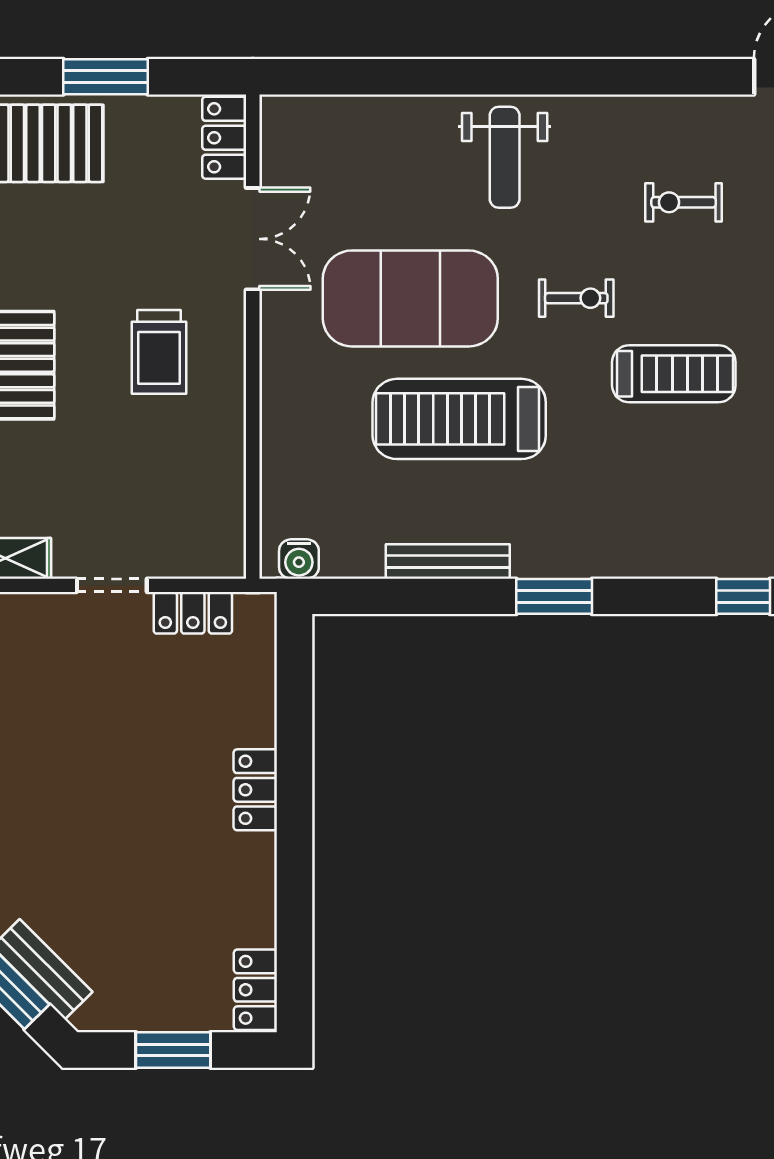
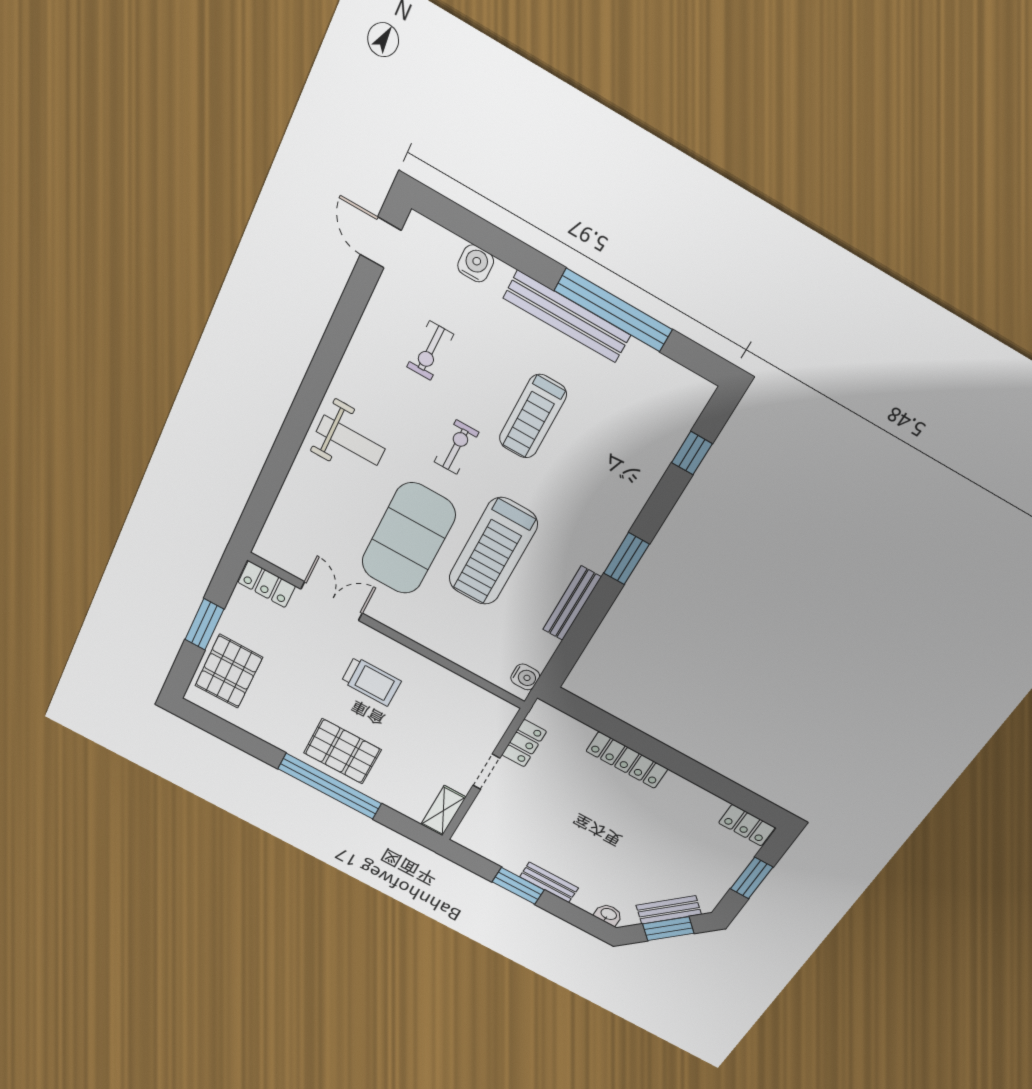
treadmill: (674, 374) -> (533, 416), turned 180
locker: (255, 790) -> (627, 760), width x1.53

